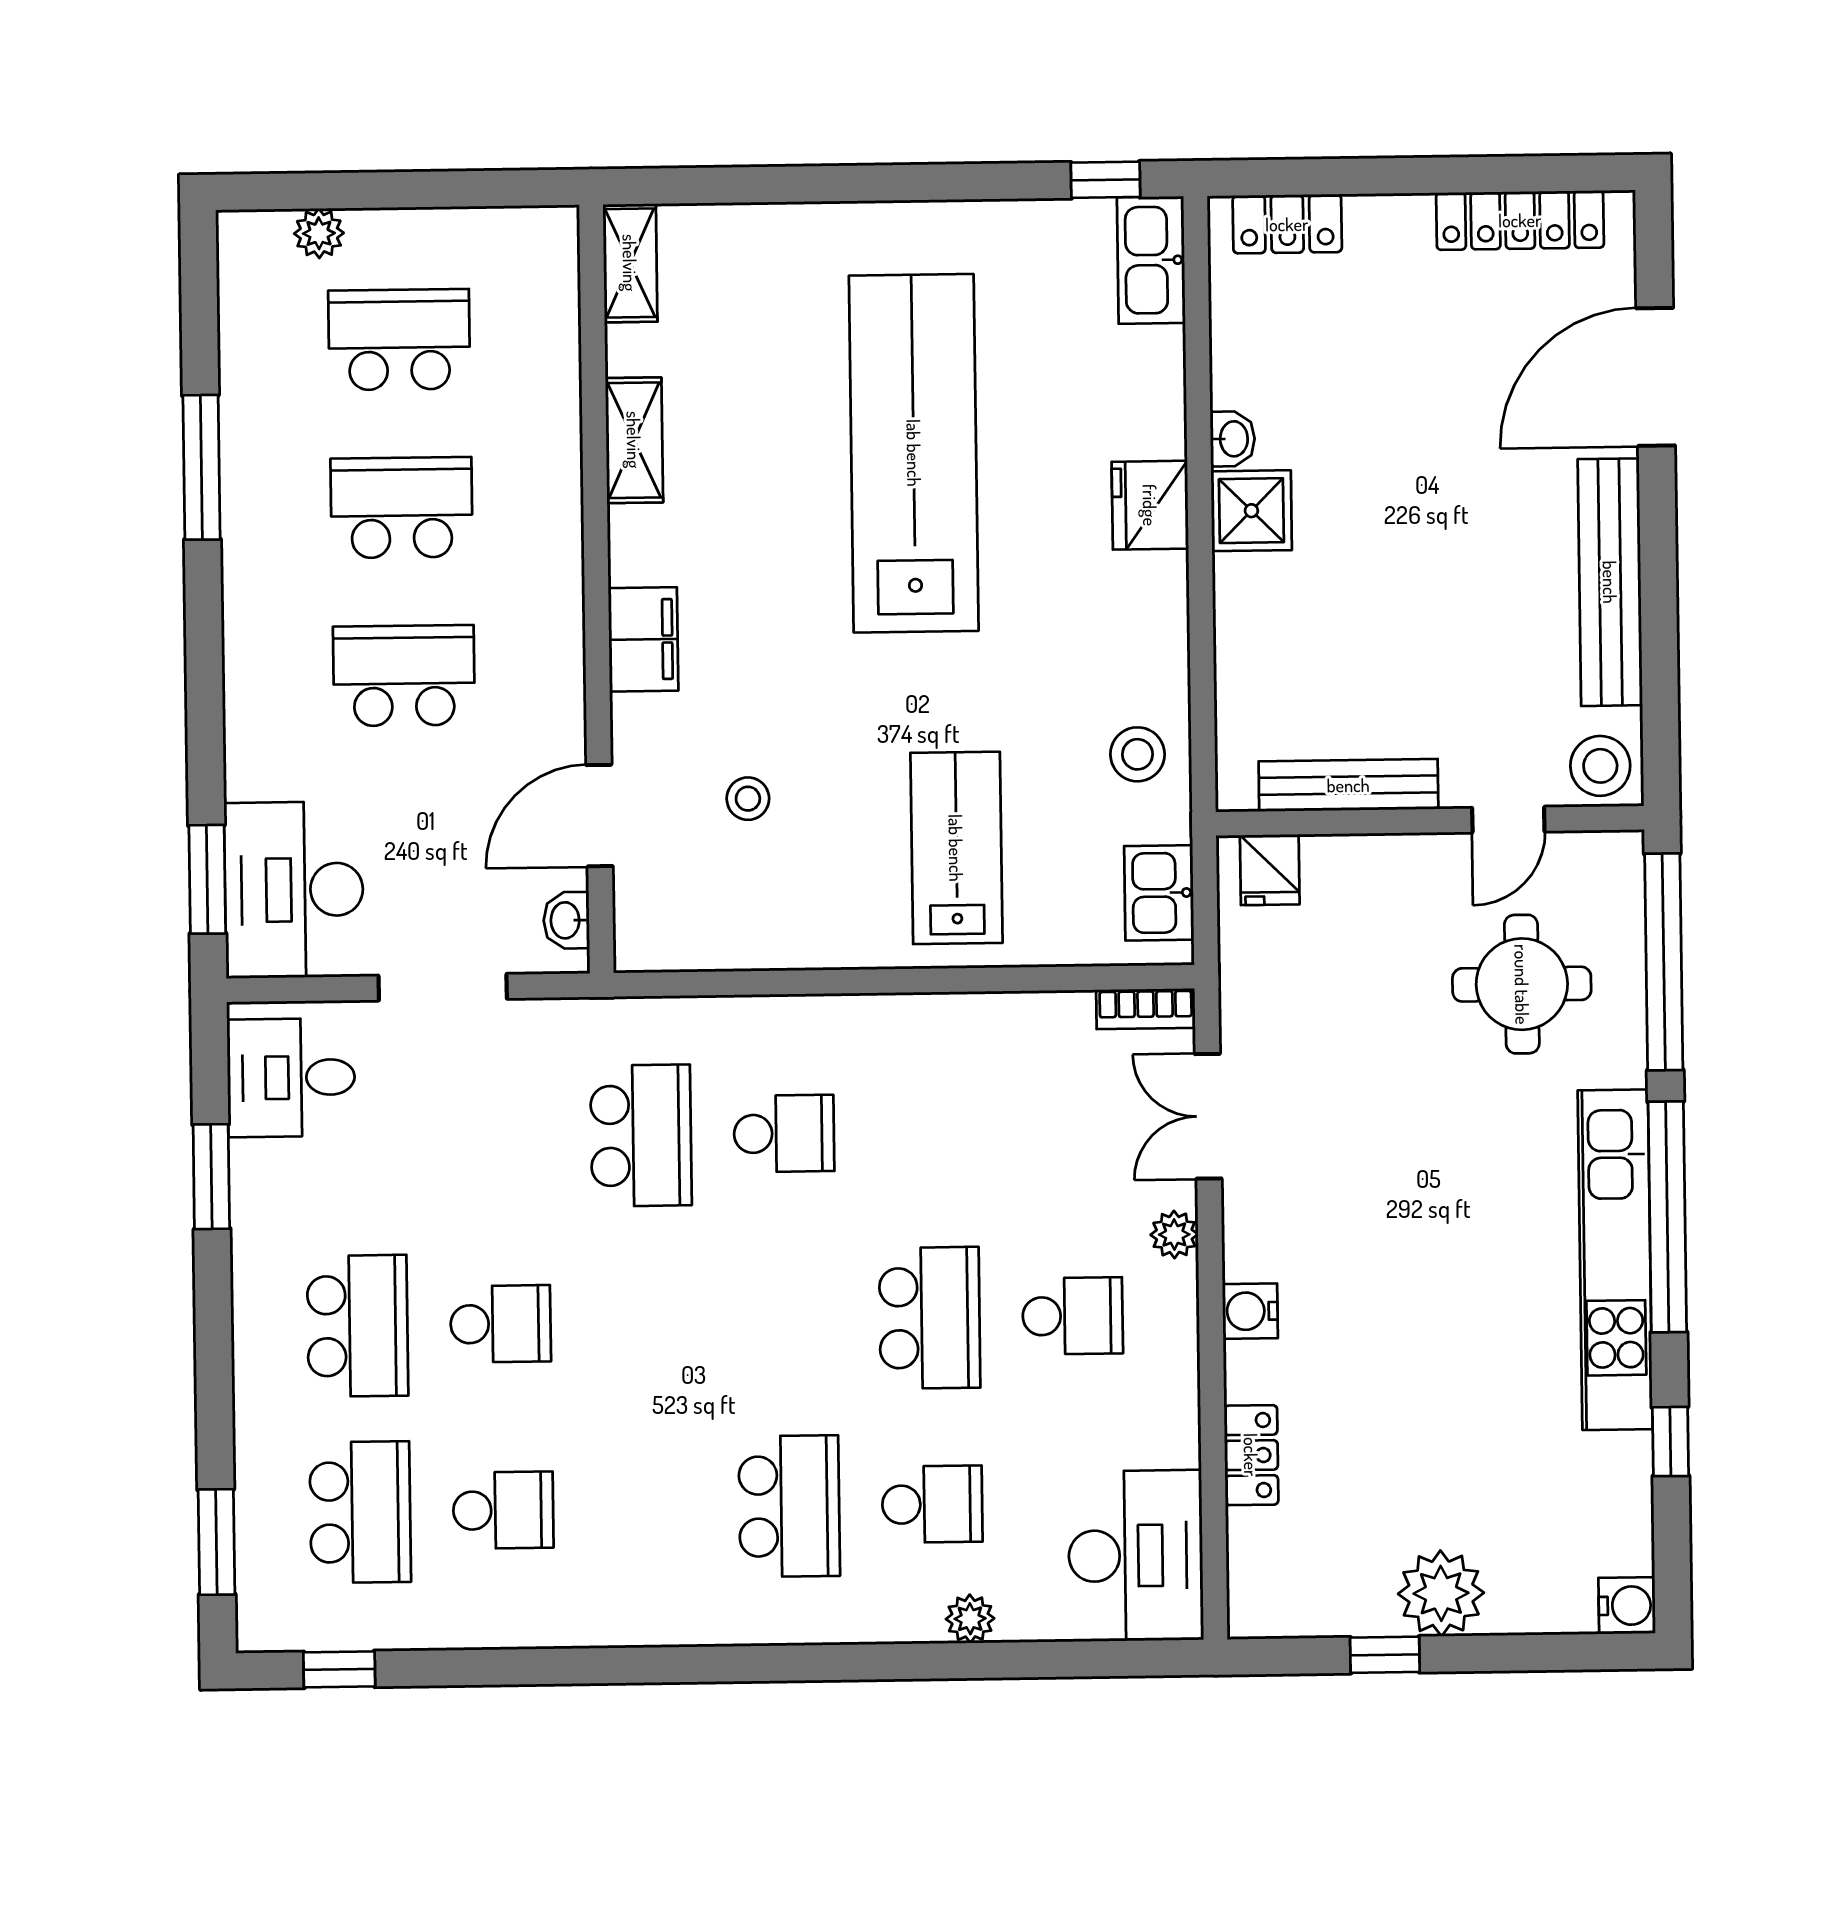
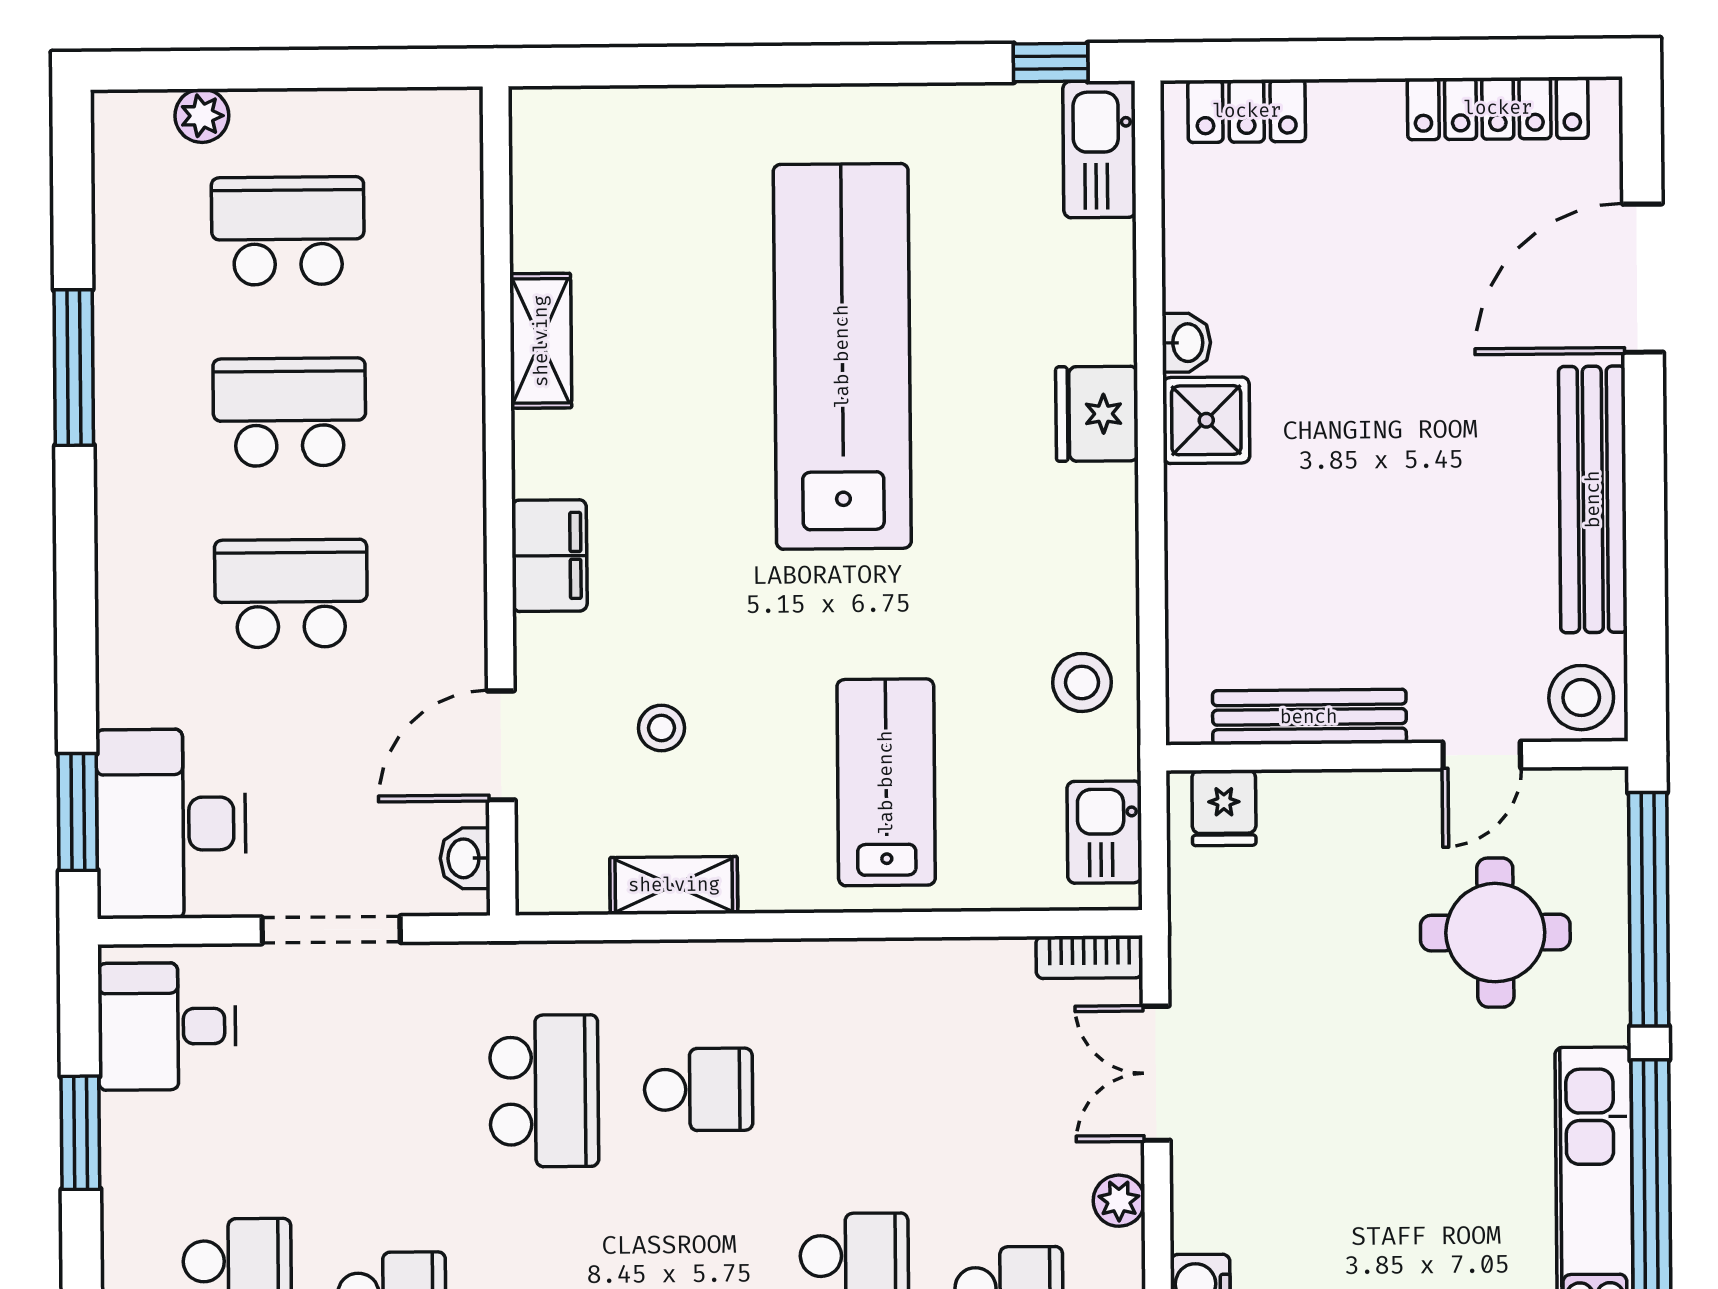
shelving: (630, 263) -> (674, 885), moved, turned 90

